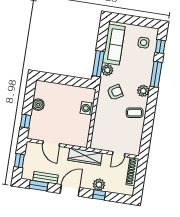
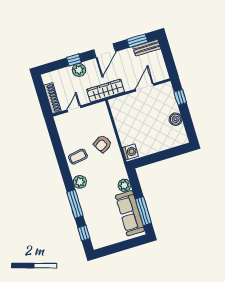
side table: (144, 43) -> (102, 229), removed
window: (98, 64) -> (143, 211), moved
armchair: (115, 92) -> (103, 144), moved
washing machine: (87, 108) -> (130, 152), moved
door: (51, 144) -> (145, 87), hinge flipped
window: (19, 161) -> (168, 56), removed
bench: (46, 178) -> (147, 48), moved

